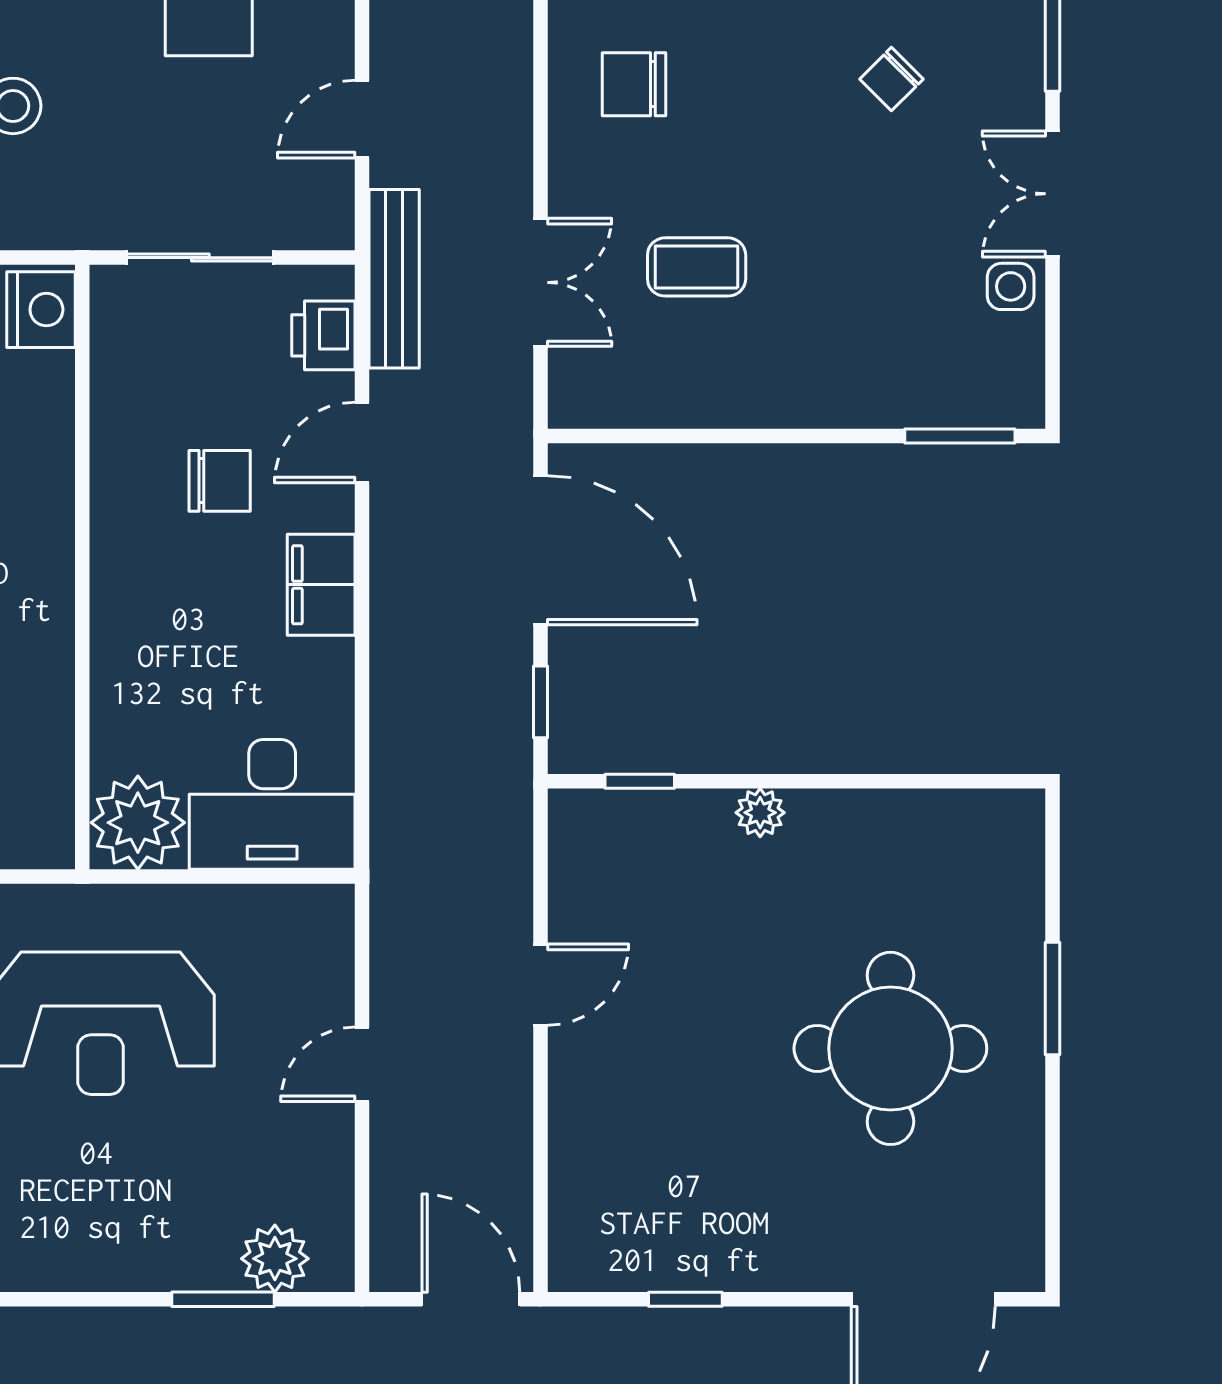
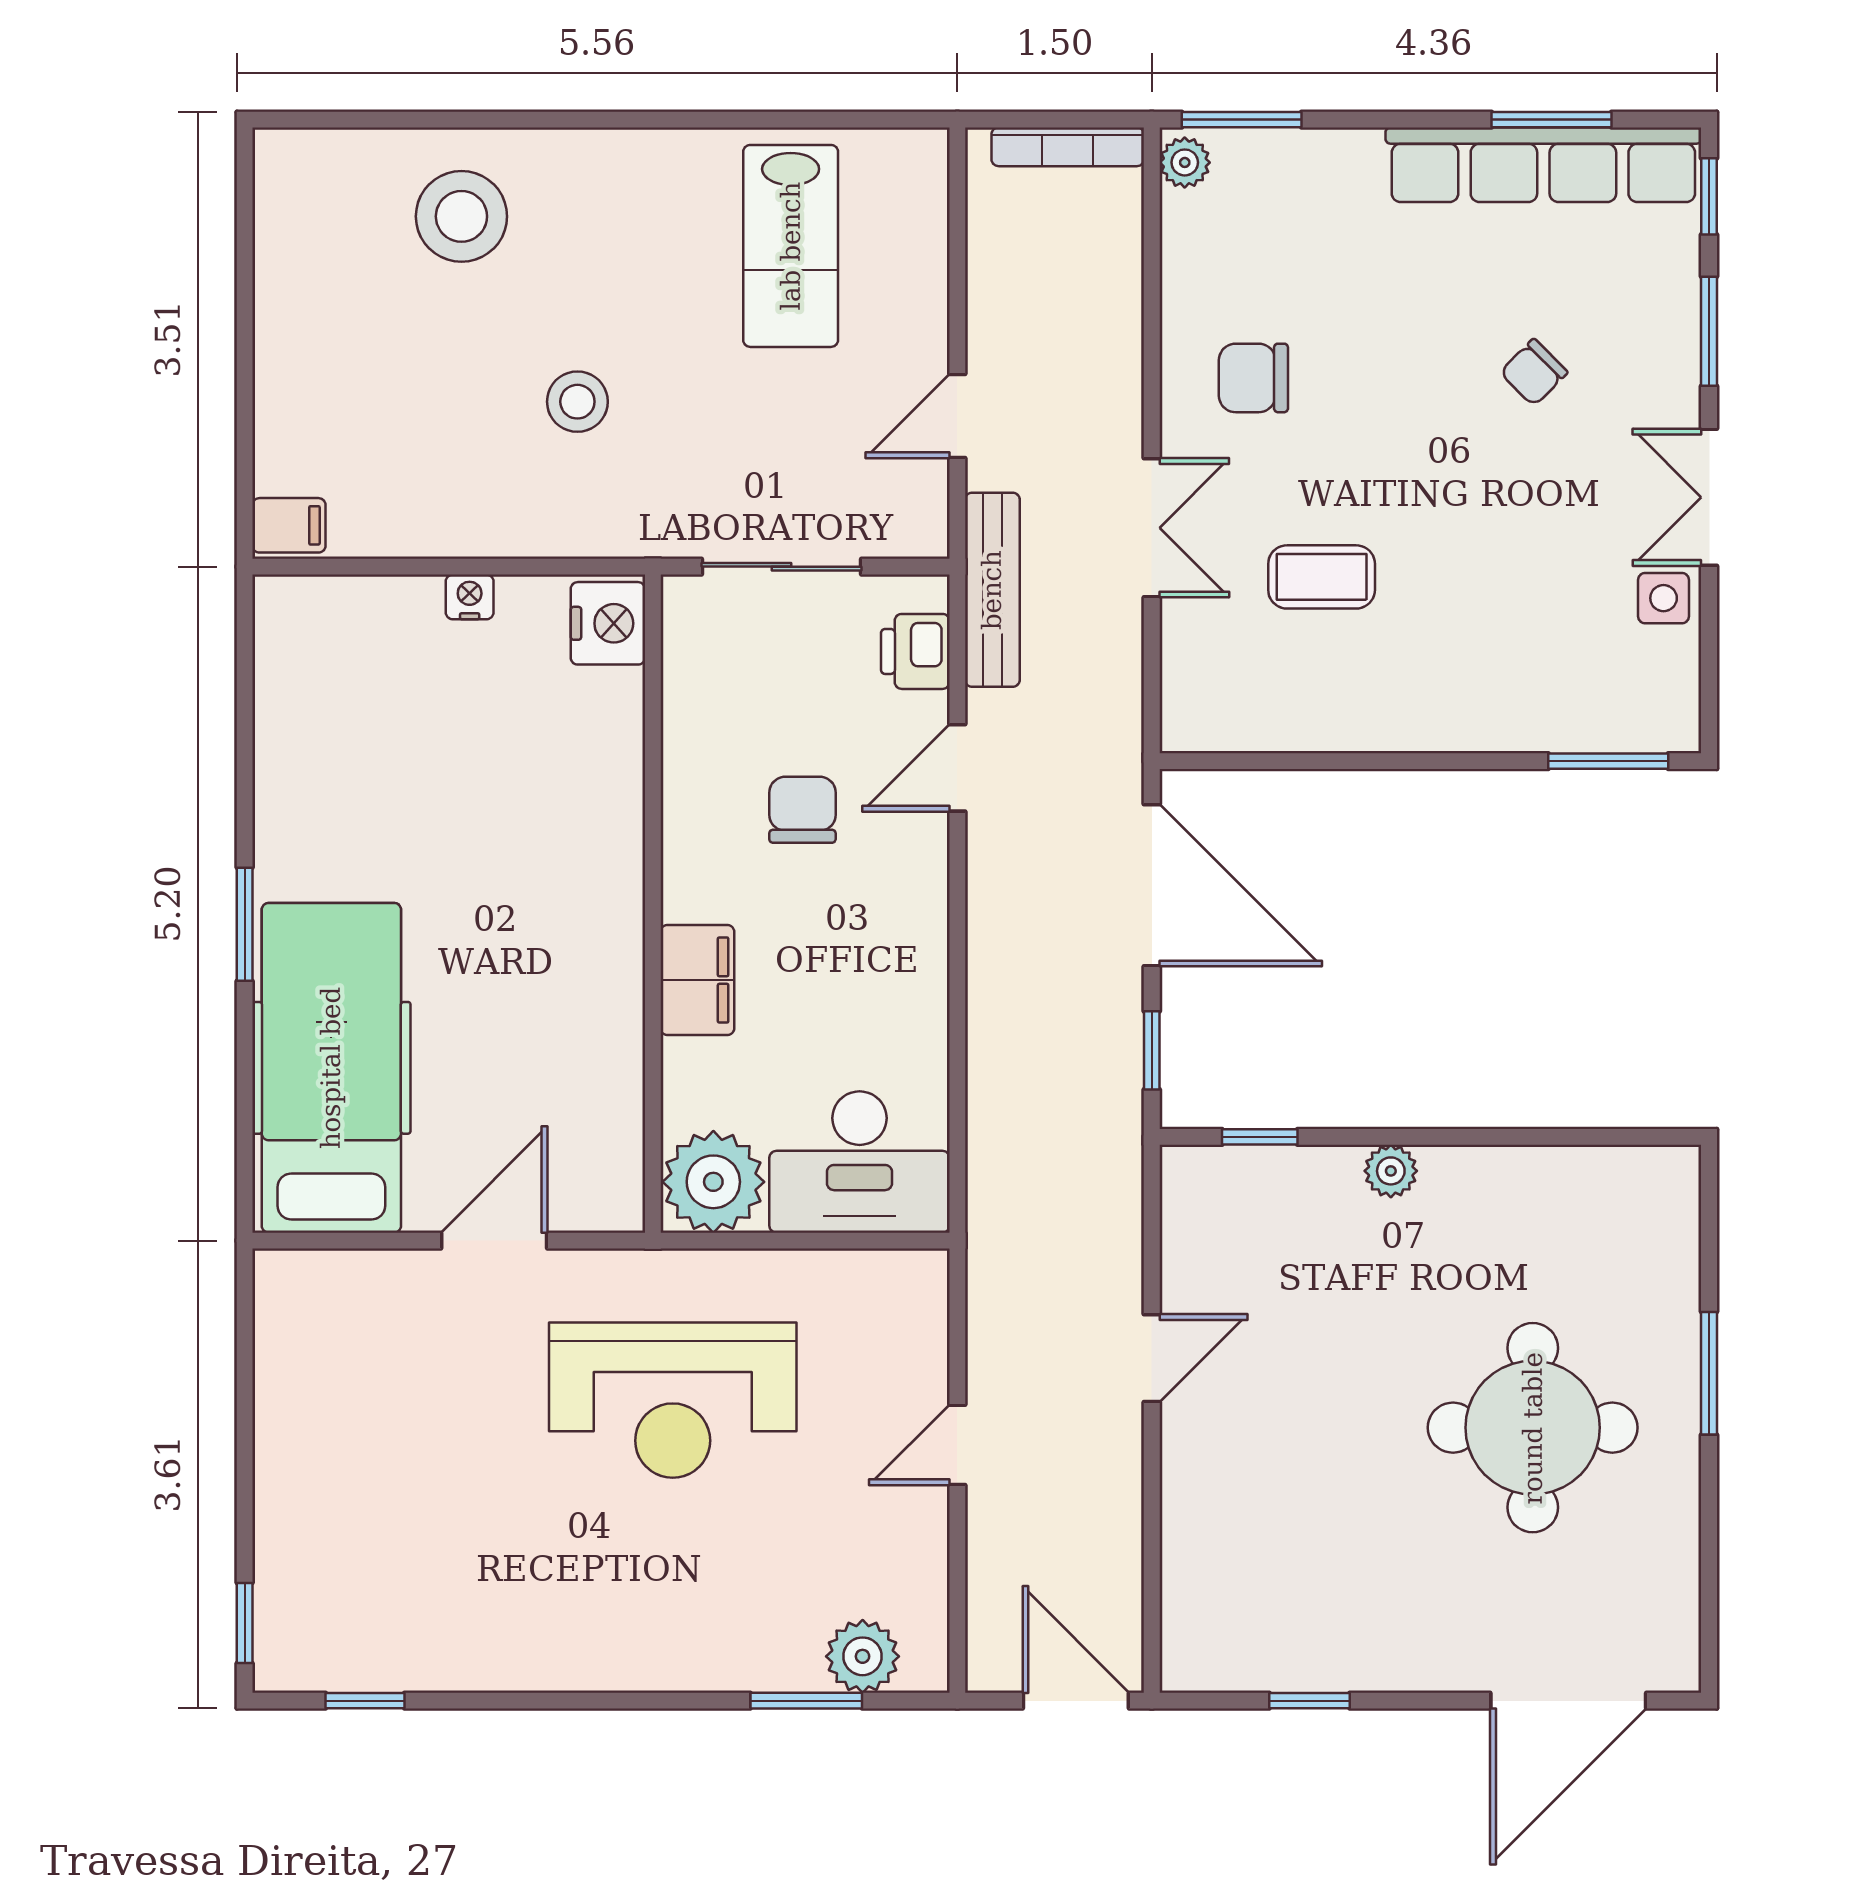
double door: (541, 282) -> (1152, 528), moved
chair: (220, 481) -> (802, 810), turned -90
filing cabinet: (321, 585) -> (697, 980), moved, turned 180

